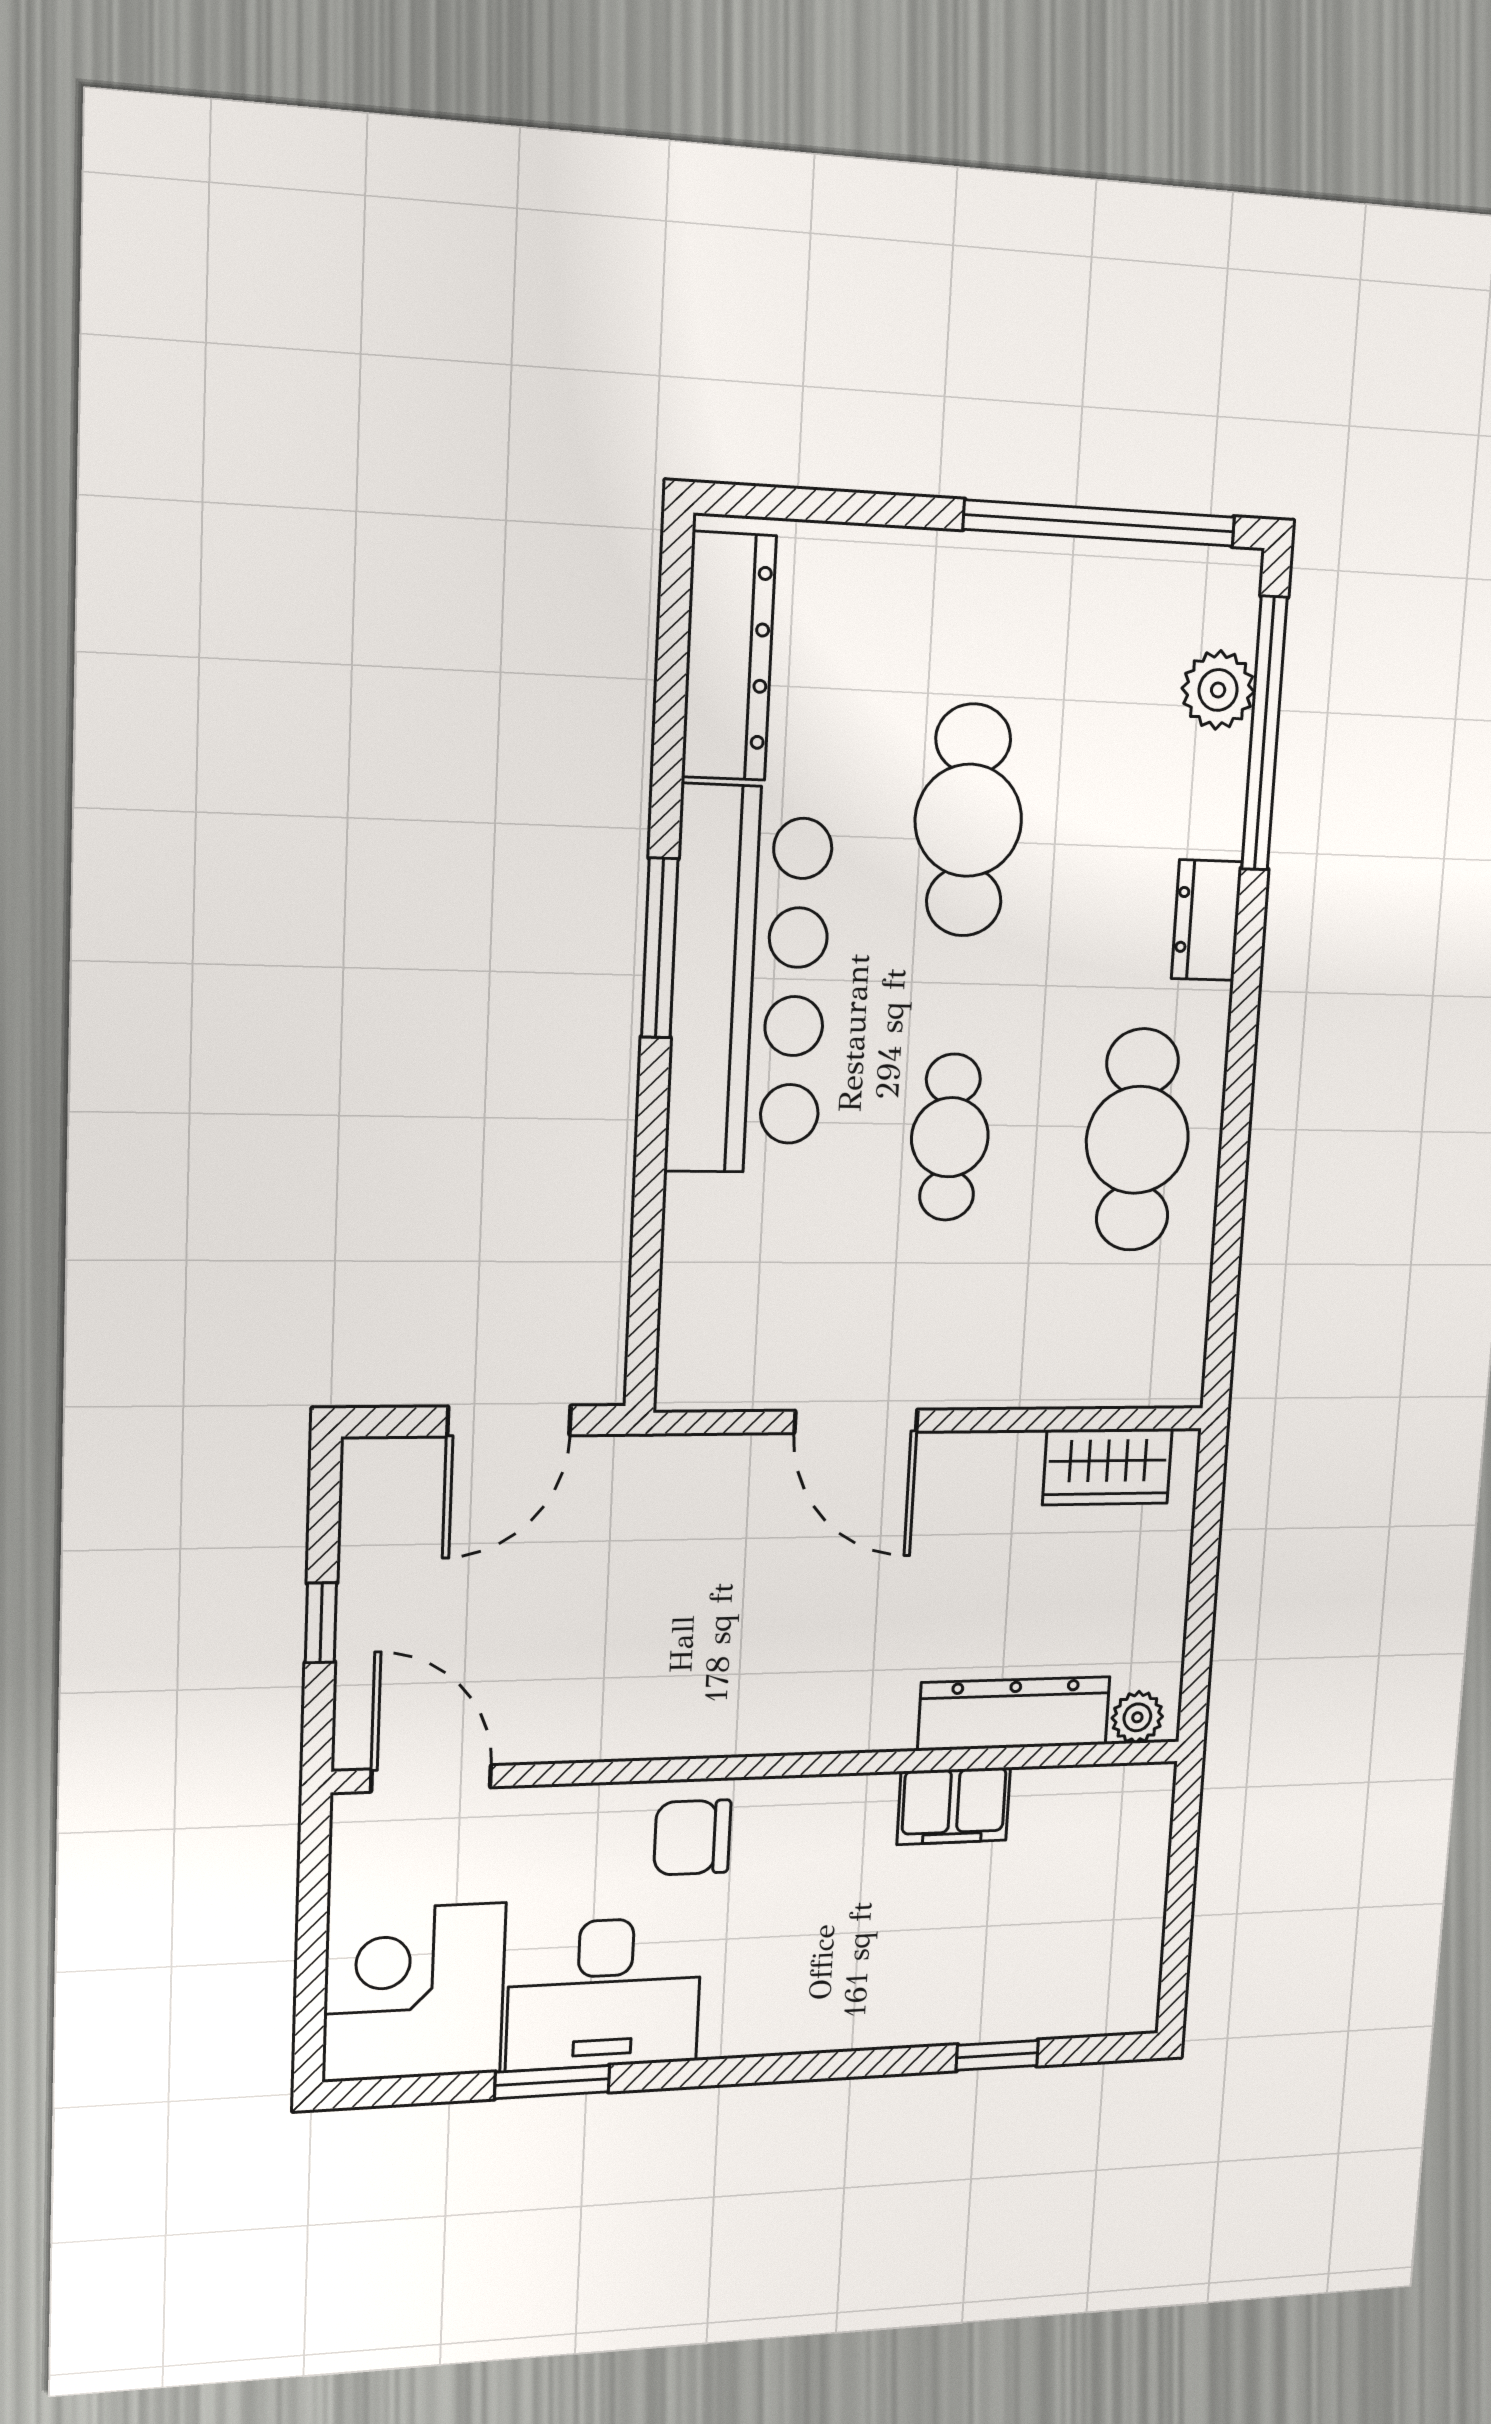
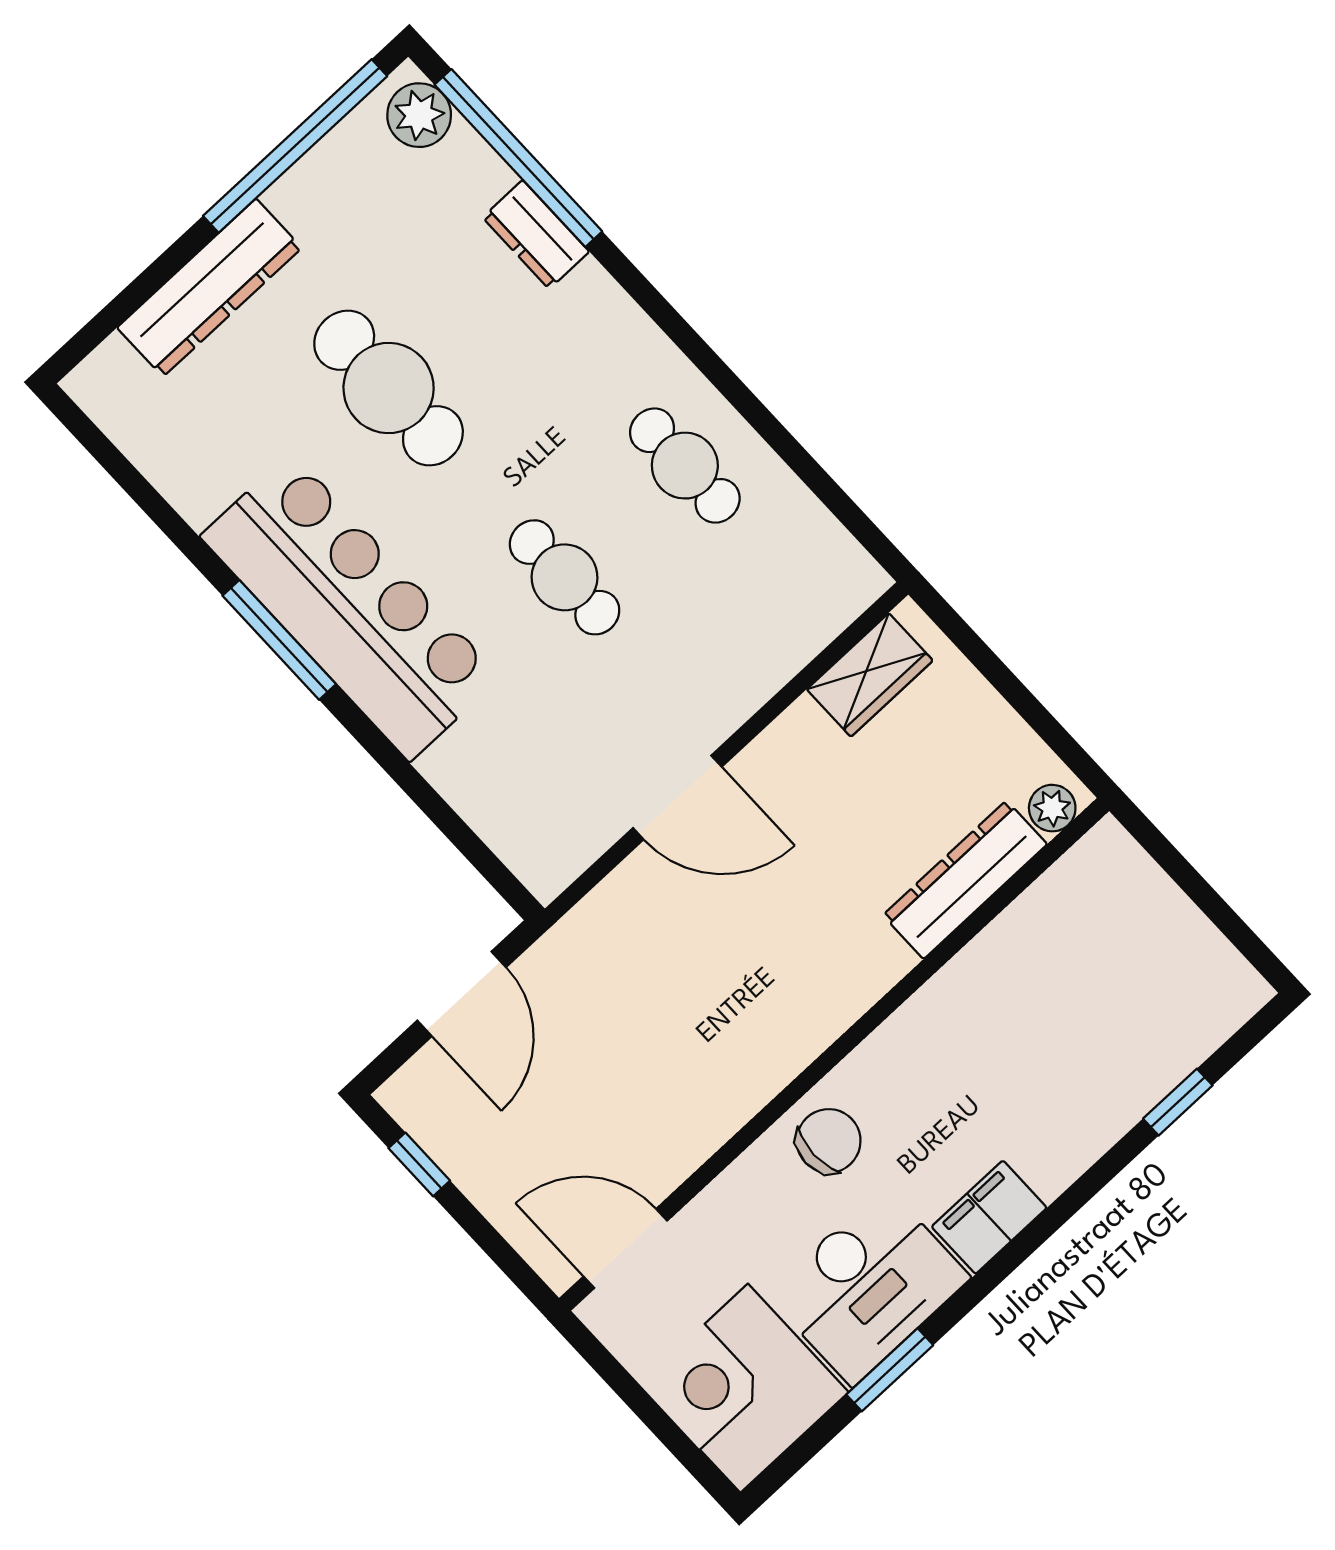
dresser: (729, 657) -> (209, 288), moved, turned 90
plant: (1218, 690) -> (419, 115), moved
dresser: (1207, 920) -> (536, 235), moved
cafe table: (1137, 1140) -> (685, 466), width x0.73, depth x0.74
window: (321, 1623) -> (419, 1164), moved
filing cabinet: (954, 1806) -> (989, 1217), moved, turned 180
chair: (692, 1837) -> (829, 1141), turned 180

